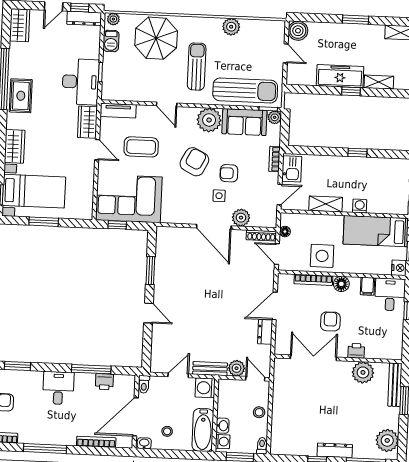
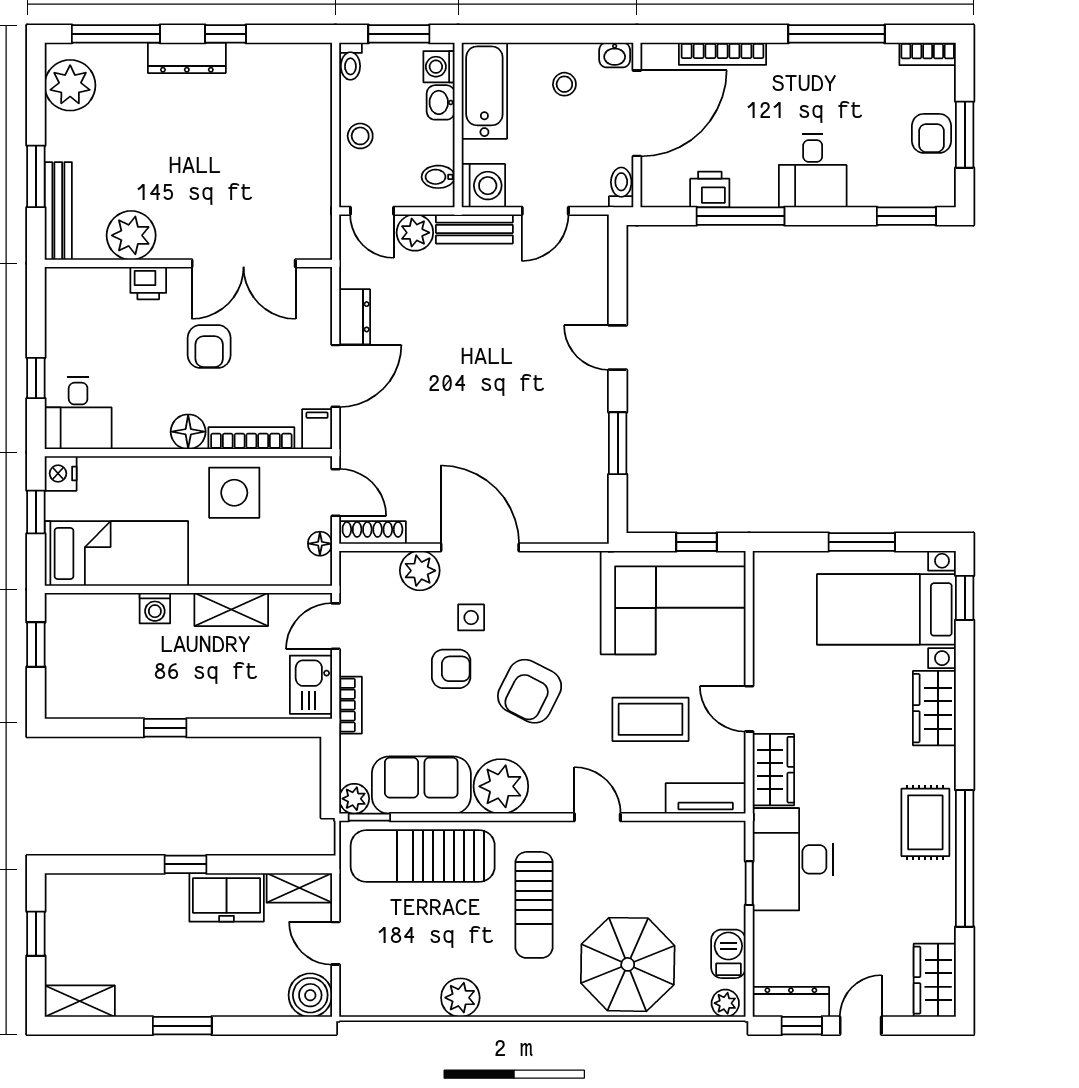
freezer: (340, 76) -> (227, 897), width x0.71
shelving: (379, 82) -> (299, 888), moved
filing cabinet: (368, 286) -> (317, 429), moved
bidet: (225, 393) -> (438, 177), added

